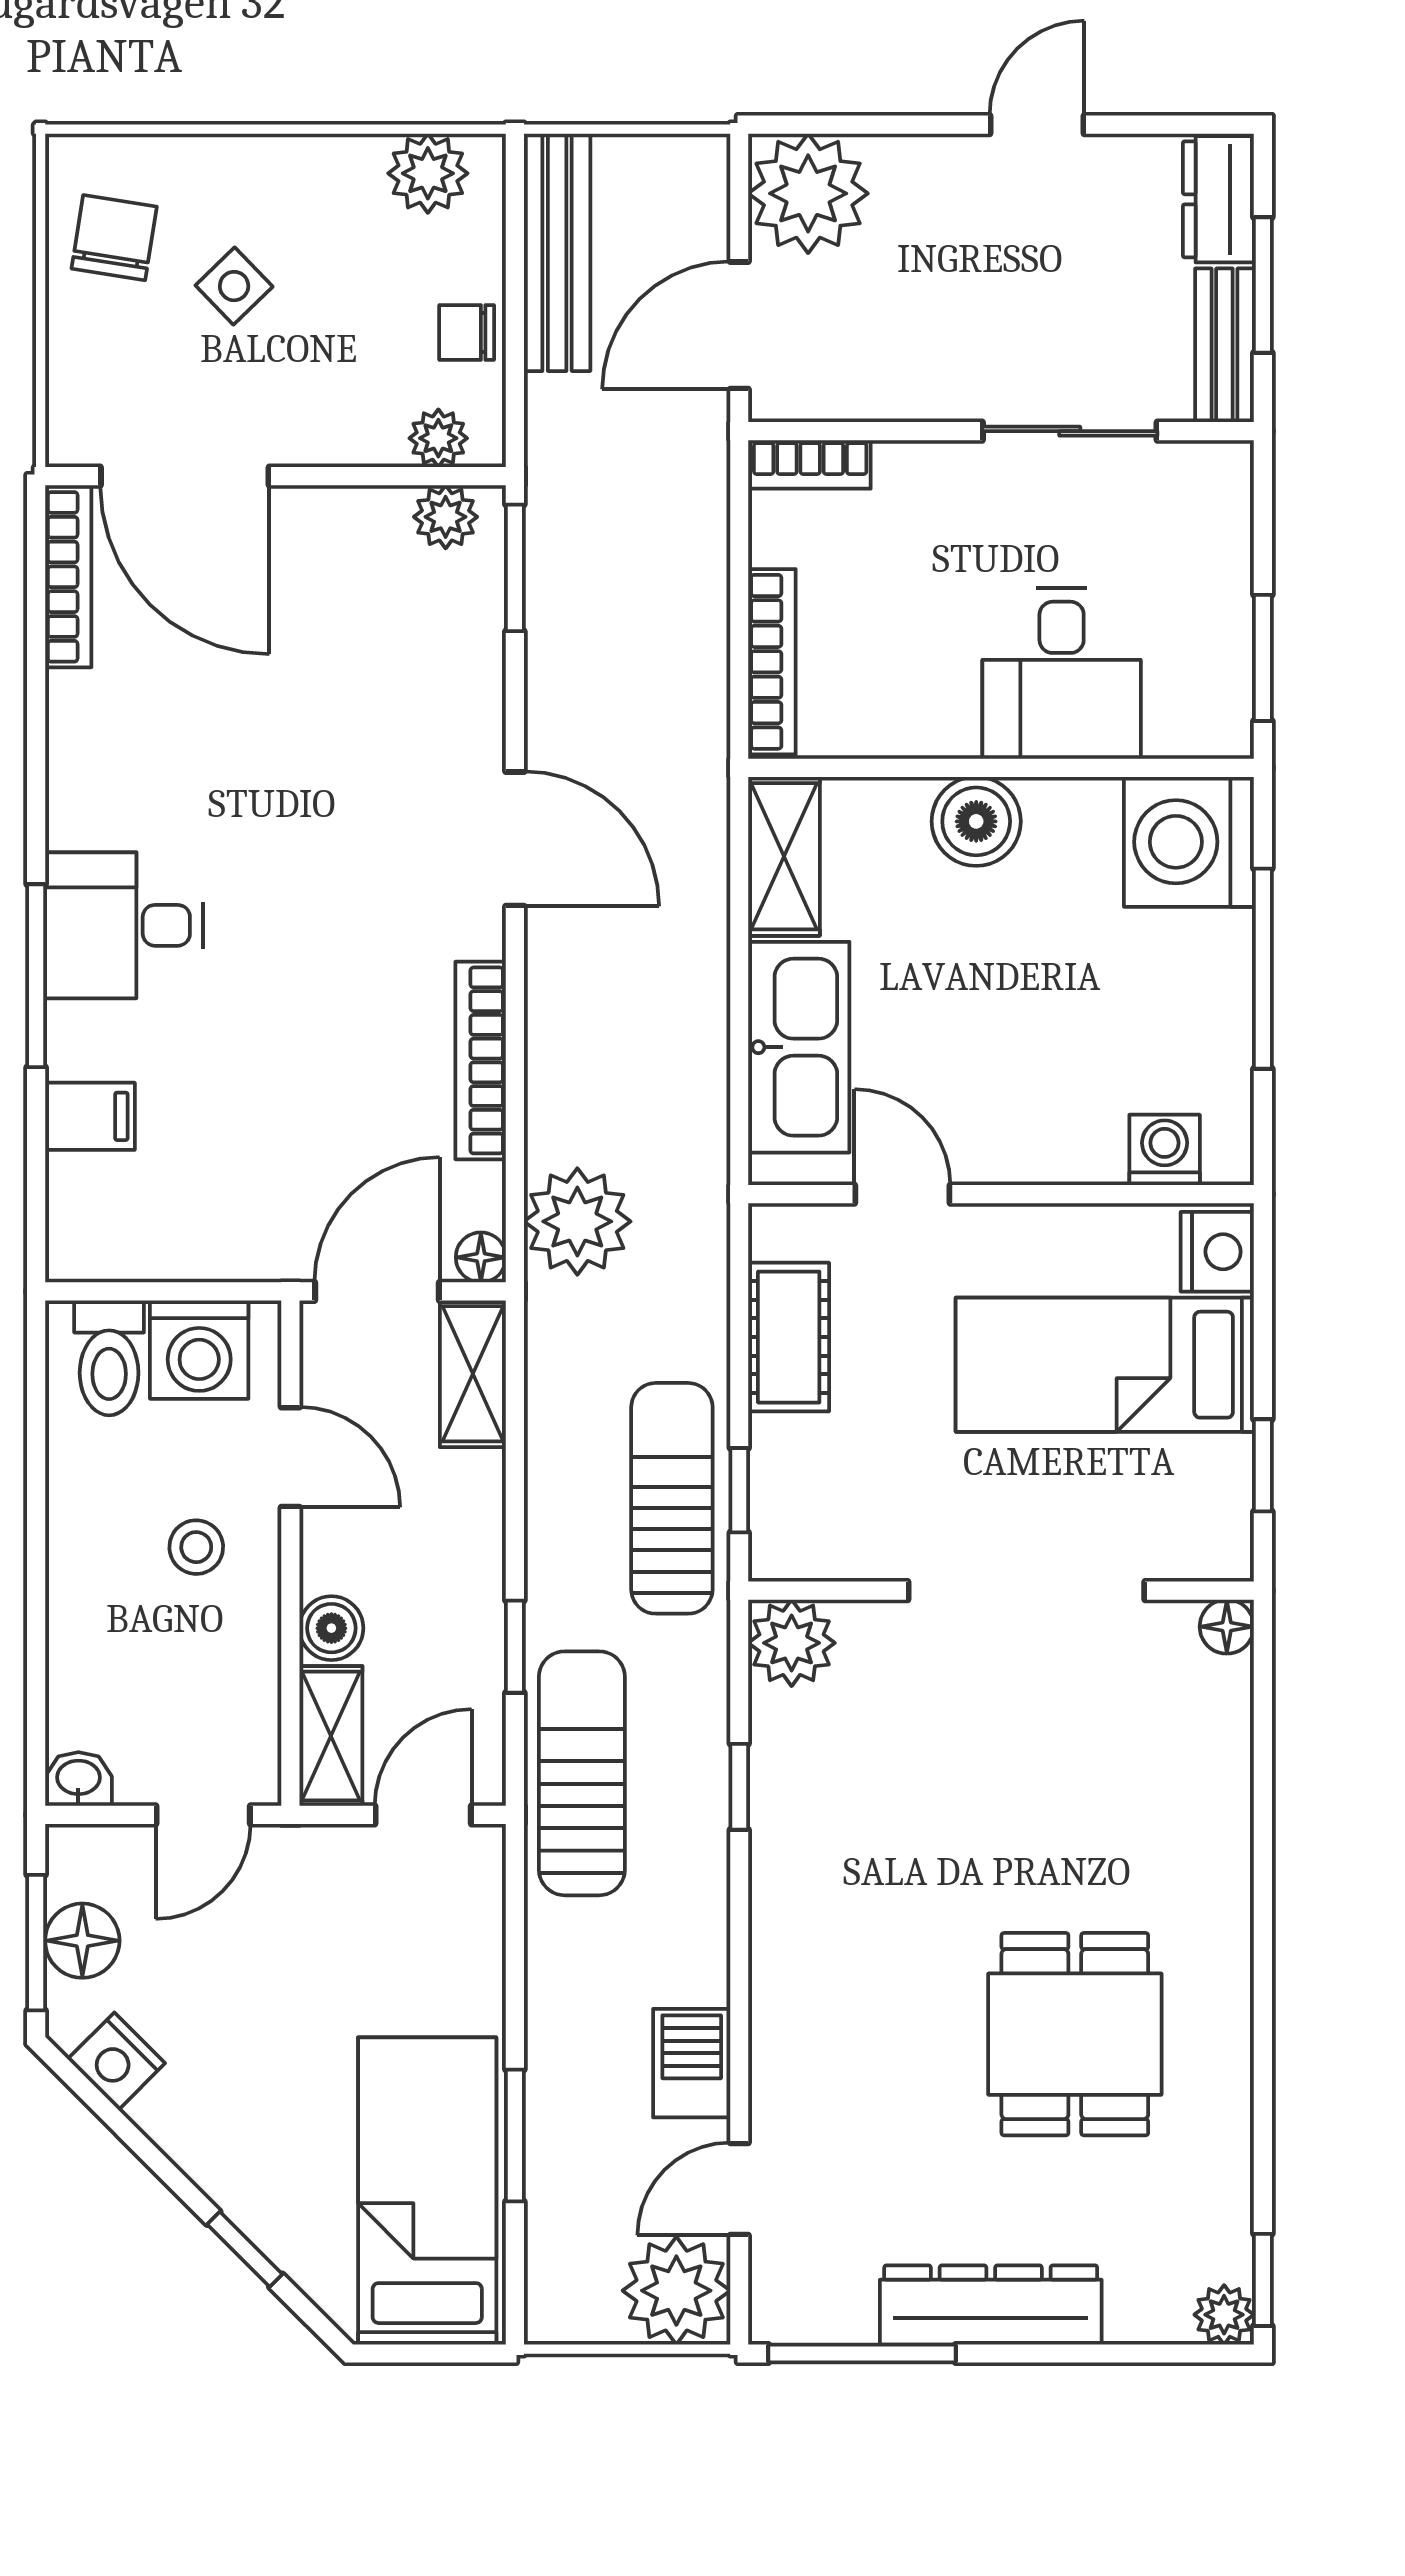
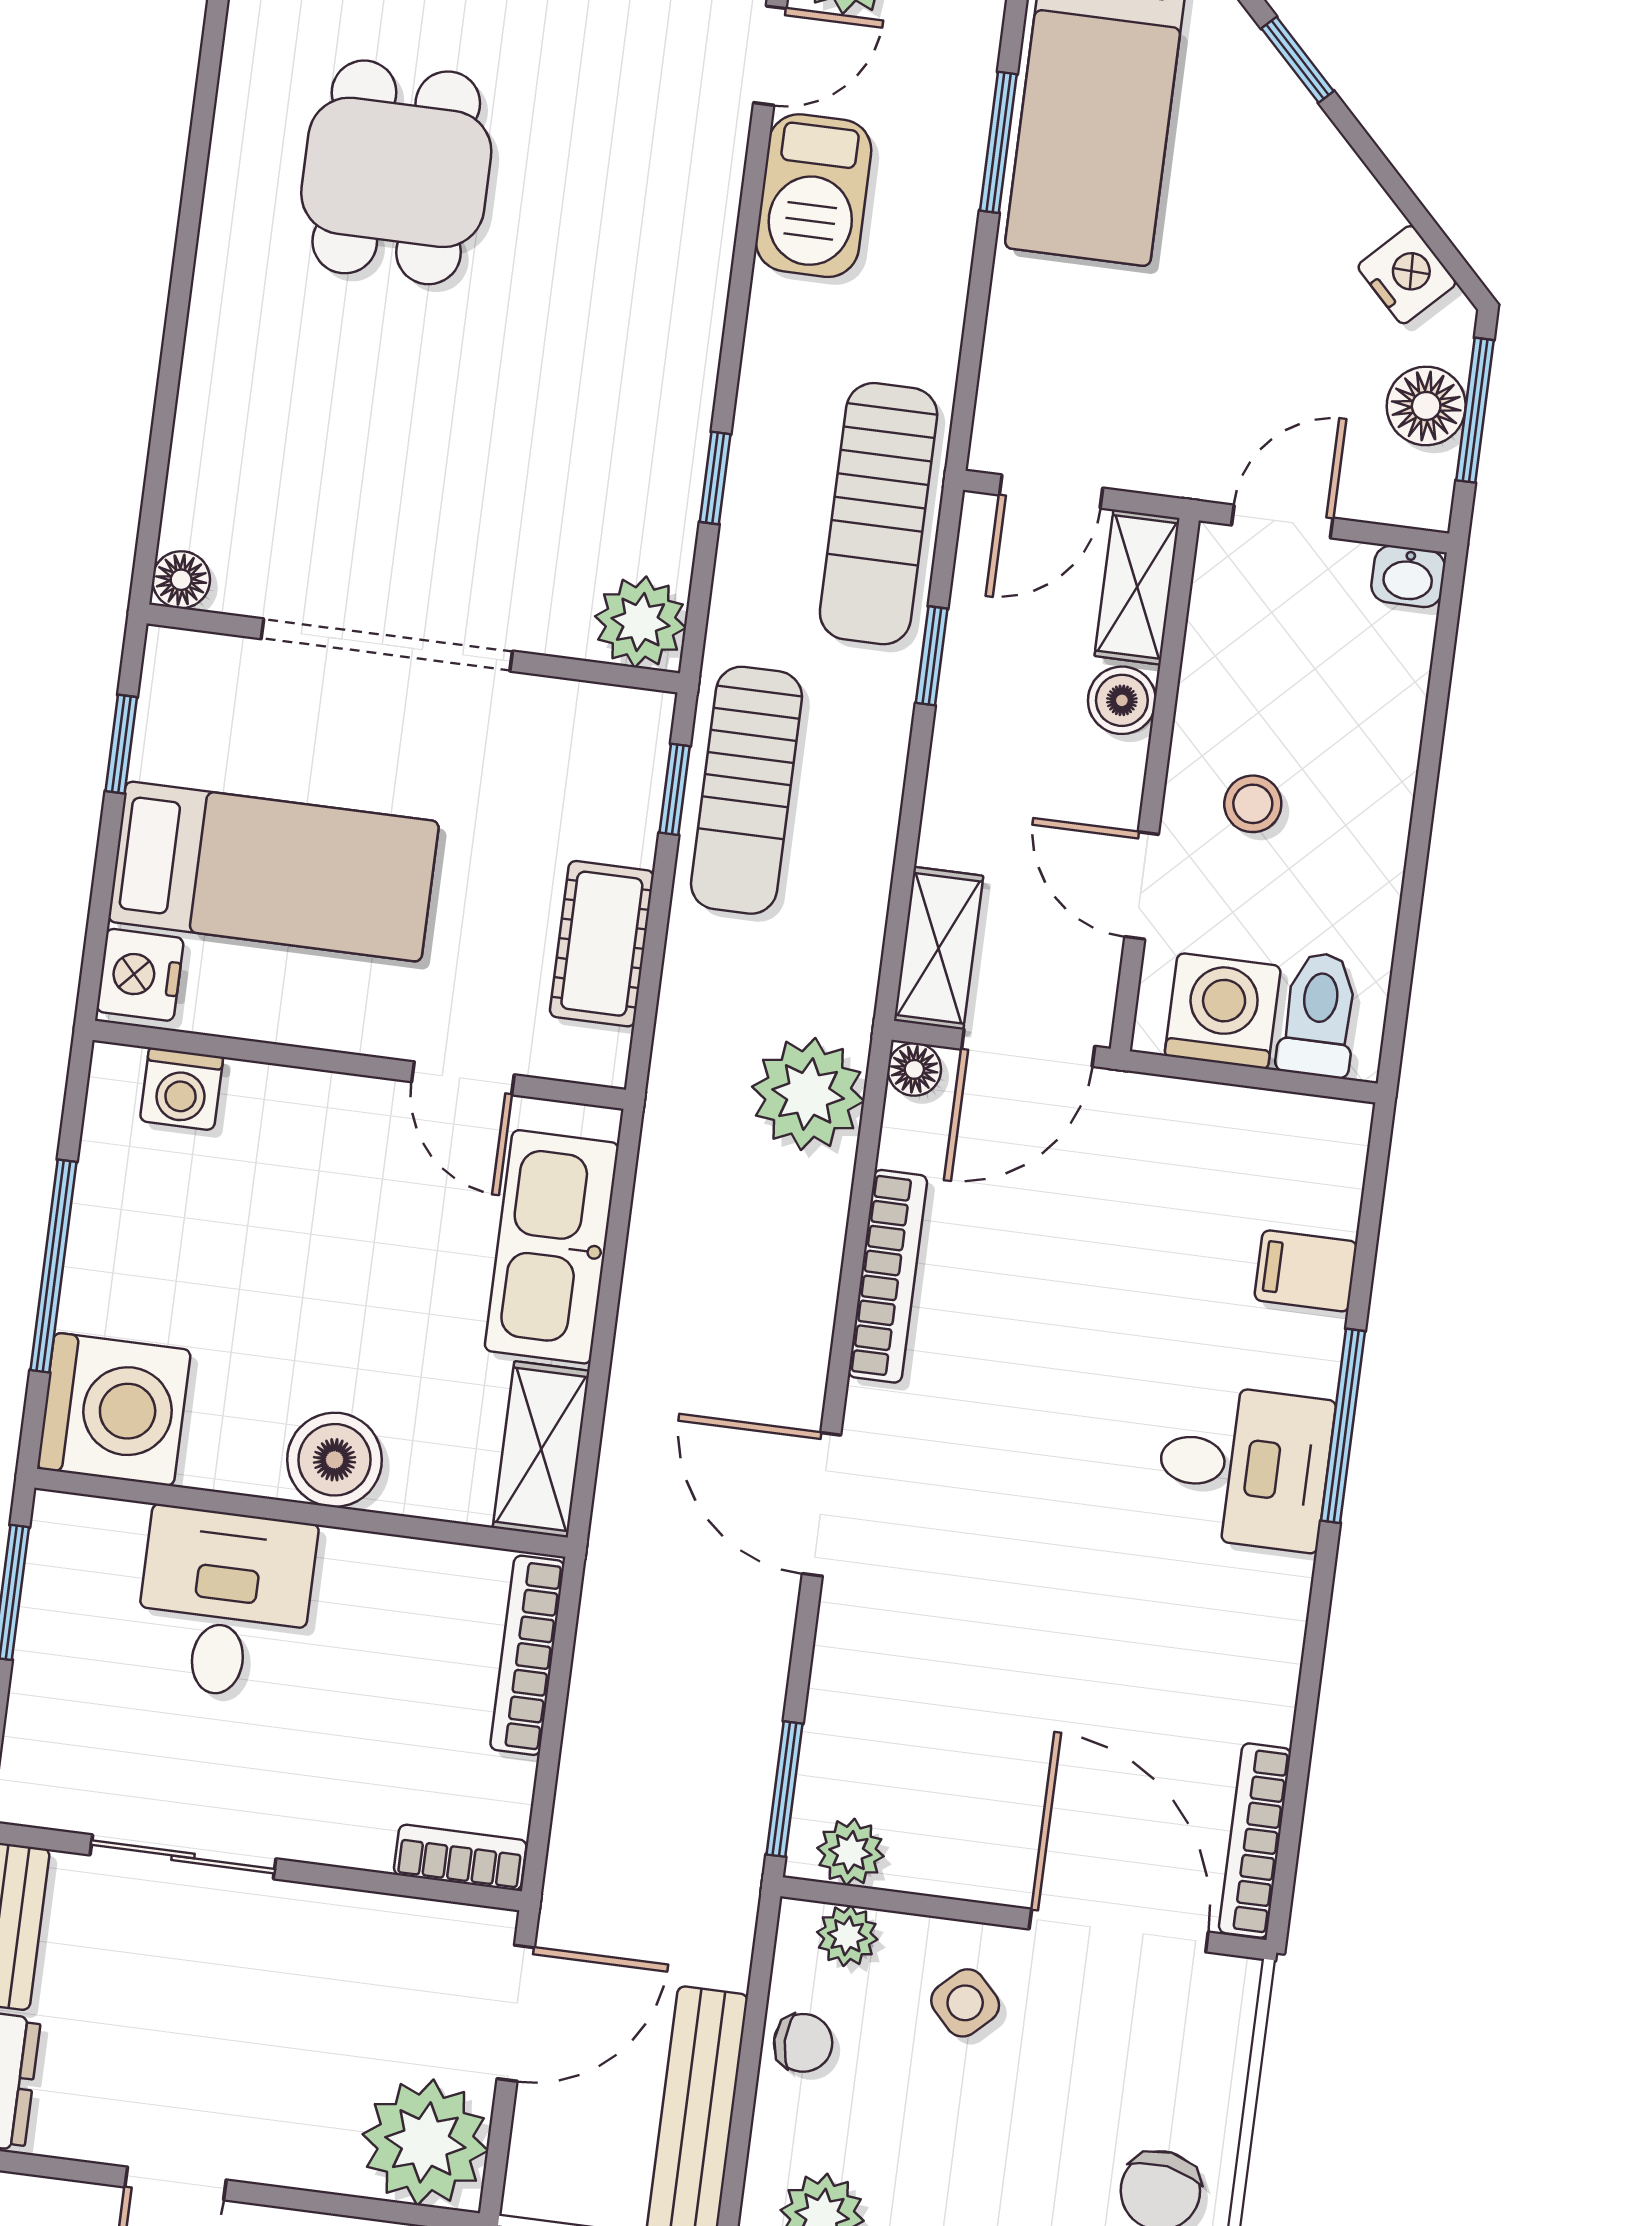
side table: (234, 286) -> (965, 2003), moved
barbecue: (692, 2063) -> (814, 196), width x1.38, depth x1.27

